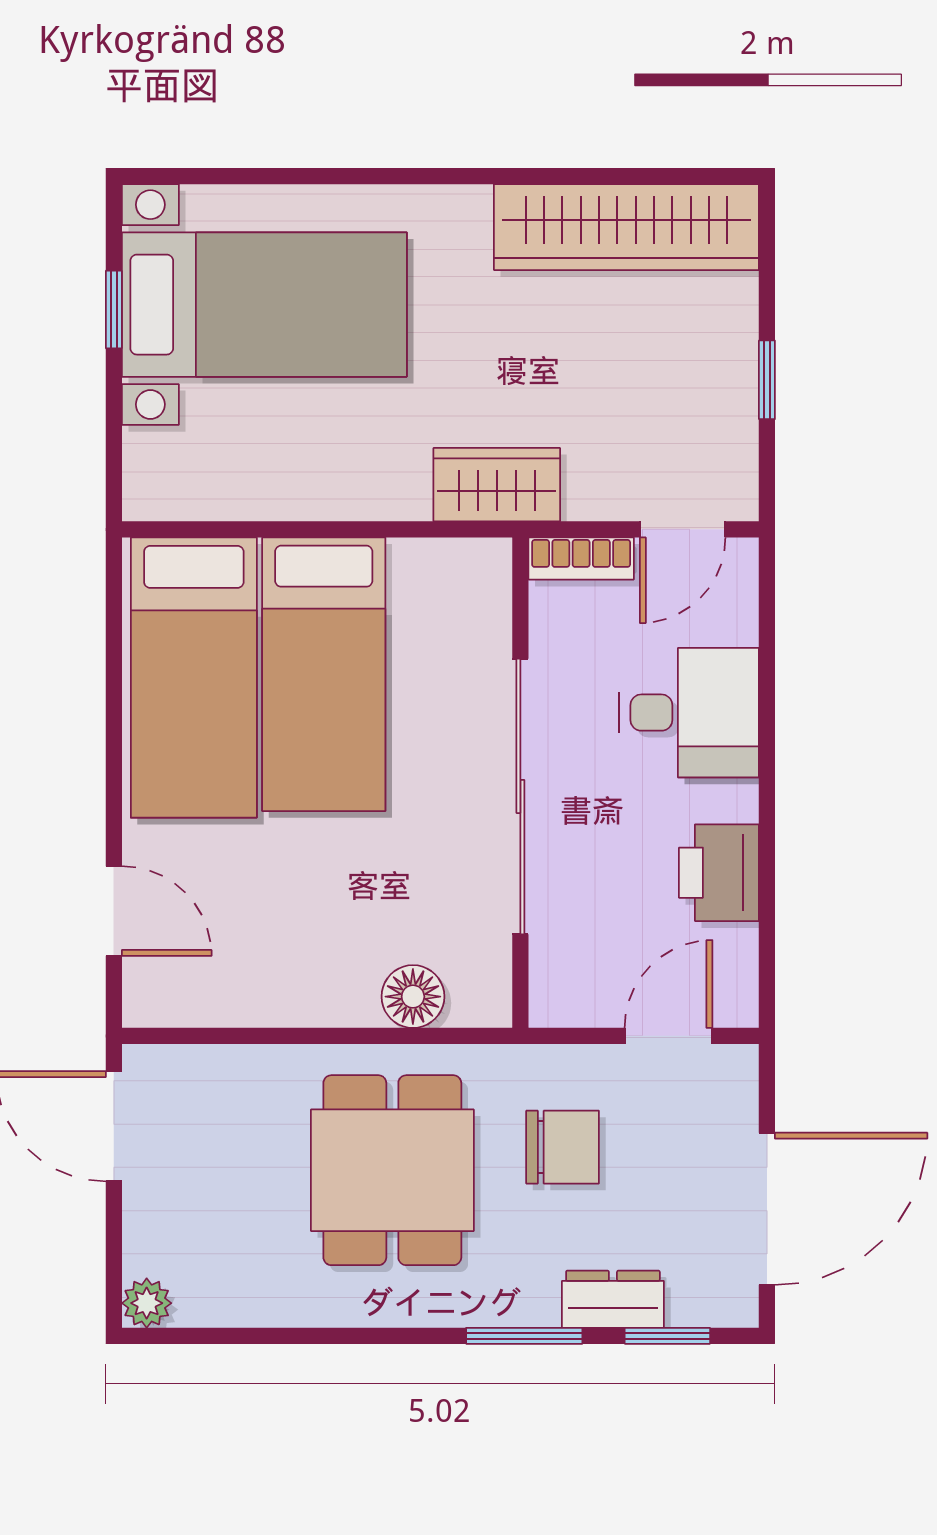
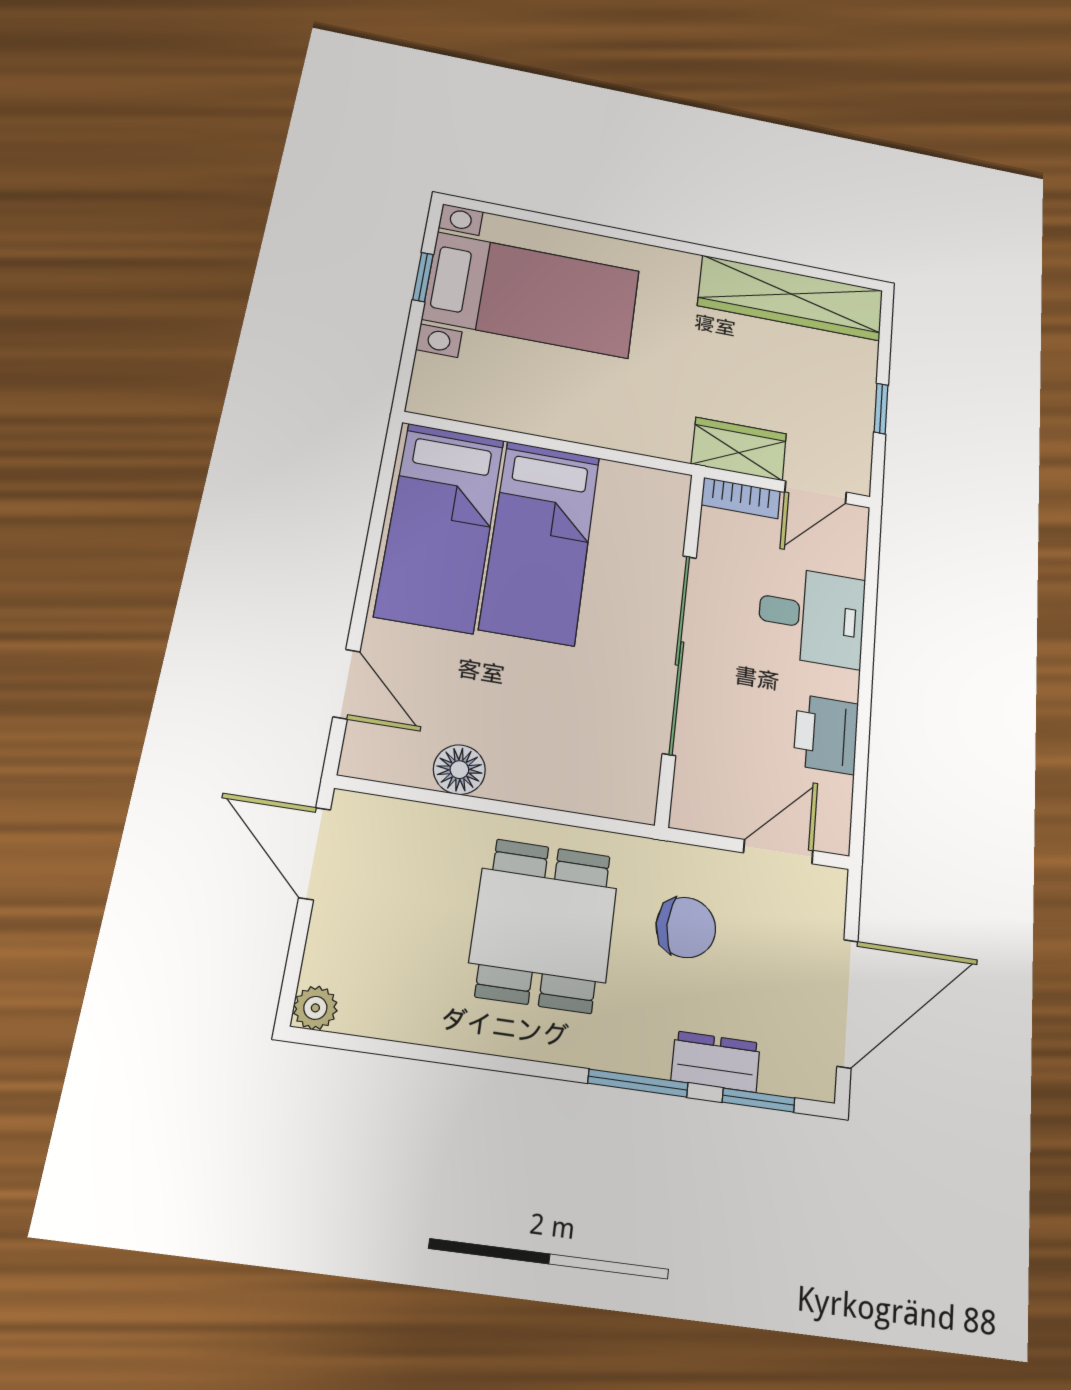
wardrobe: (497, 485) -> (739, 449), moved
floor lamp: (413, 997) -> (459, 770), moved

